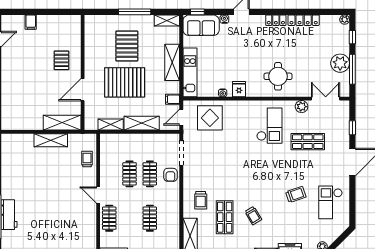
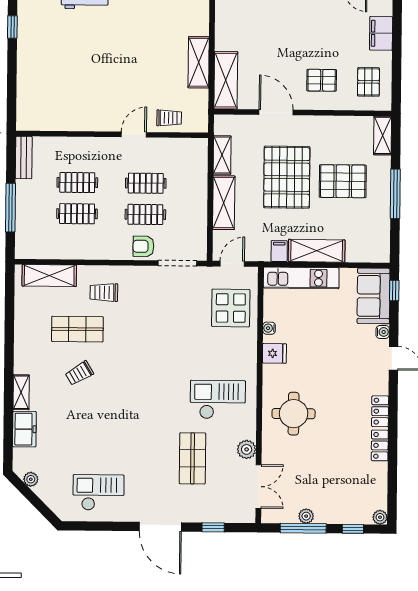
shelving: (167, 20) -> (383, 136), moved
locker: (304, 20) -> (380, 445), width x0.66
filing cabinet: (31, 22) -> (381, 33), width x2.00
pallet: (62, 30) -> (368, 82), added
plant: (340, 63) -> (306, 516), width x0.53, depth x0.53
filing cabinet: (173, 99) -> (279, 251), moved
door: (181, 117) -> (232, 264), hinge flipped
checkout: (269, 126) -> (218, 400), turned 180
trolley: (296, 194) -> (111, 439), removed
door: (98, 195) -> (134, 135), moved
clothes rail: (109, 218) -> (77, 183), moved

